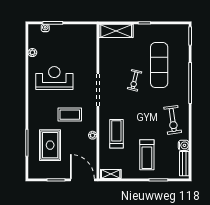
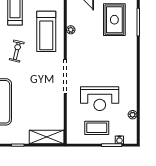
reception desk: (54, 78) -> (100, 99), moved
exercise bike: (135, 80) -> (17, 51), moved
coffee table: (70, 115) -> (97, 128), moved
treadmill: (116, 134) -> (46, 31), width x1.37, depth x1.38

